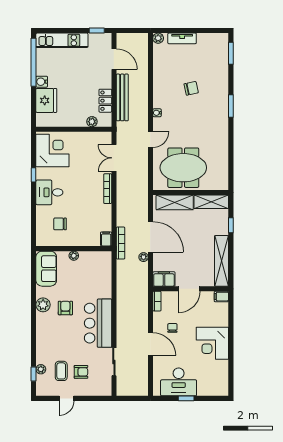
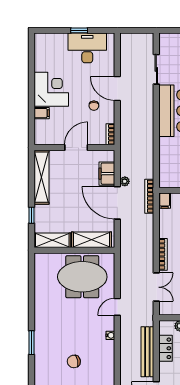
filing cabinet: (164, 279) -> (107, 174), moved, turned 90
filing cabinet: (221, 297) -> (42, 113), moved

